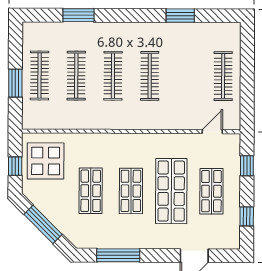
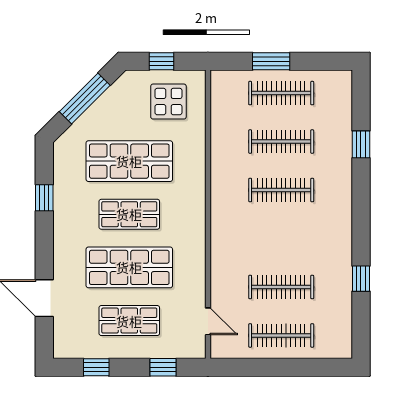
window: (79, 15) -> (361, 144), width x0.67
window: (180, 16) -> (361, 279), width x0.67
clothes rail: (150, 76) -> (281, 287), moved
display table: (46, 161) -> (168, 102), width x0.73, depth x0.73
shop shelf: (91, 191) -> (129, 161), width x1.43, depth x1.36
window: (118, 255) -> (44, 198), width x0.46

